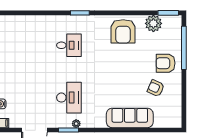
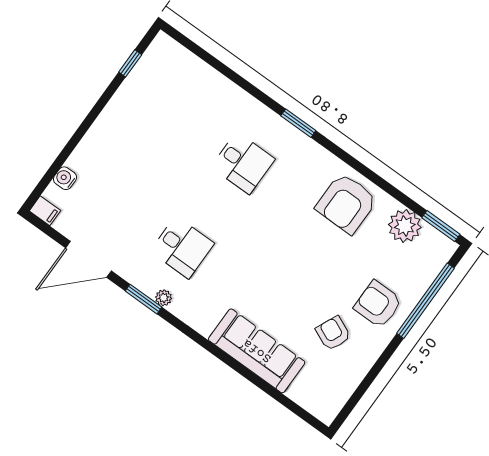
desk: (69, 98) -> (182, 247), width x0.73

